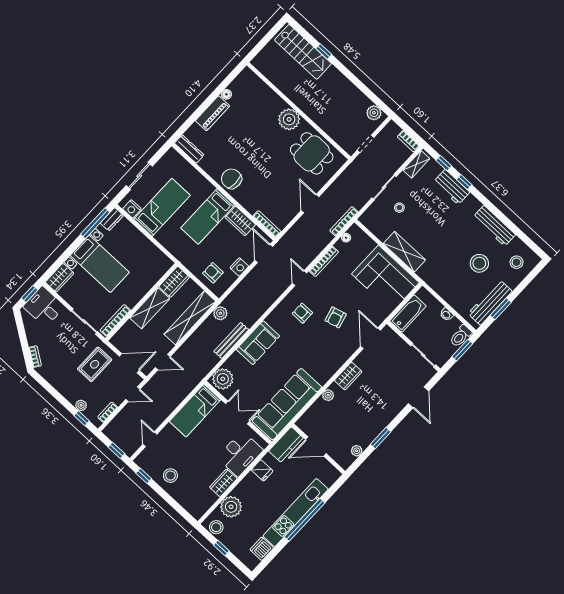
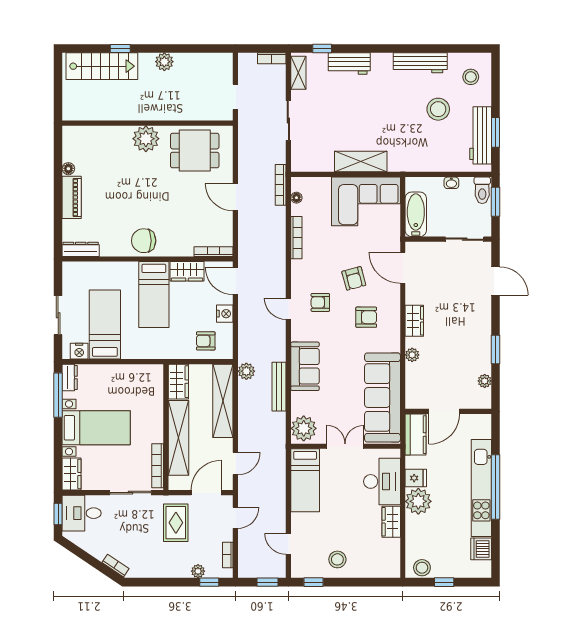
plant: (374, 113) -> (164, 62), moved
window: (464, 182) -> (356, 49), removed
stool: (399, 208) -> (319, 126), removed
door: (300, 278) -> (288, 309), moved
shelving: (150, 308) -> (178, 438), width x1.47
armchair: (322, 347) -> (366, 317), added
plant: (231, 507) -> (418, 501), moved

